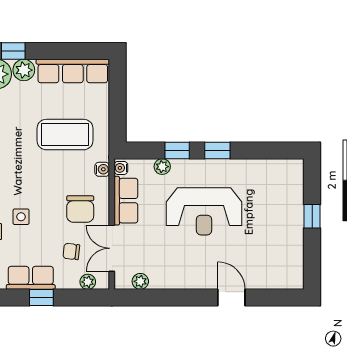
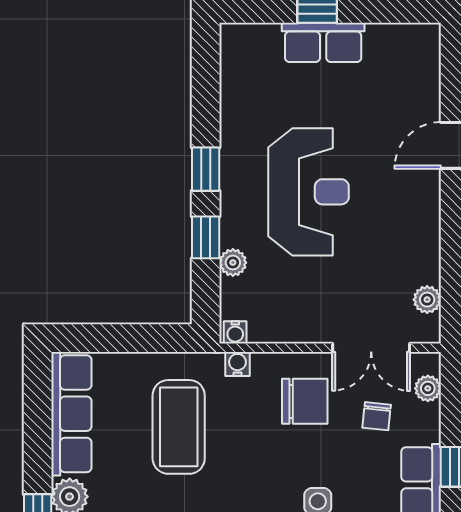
row of seats: (126, 201) -> (323, 42), moved, turned 180

